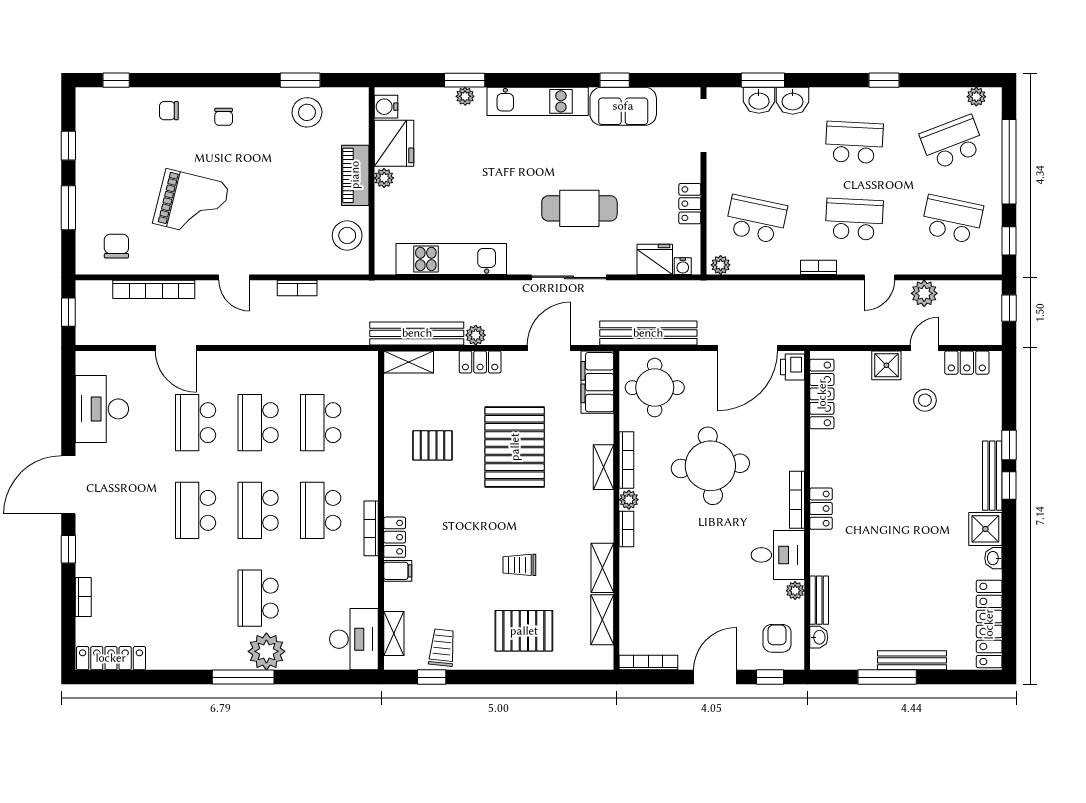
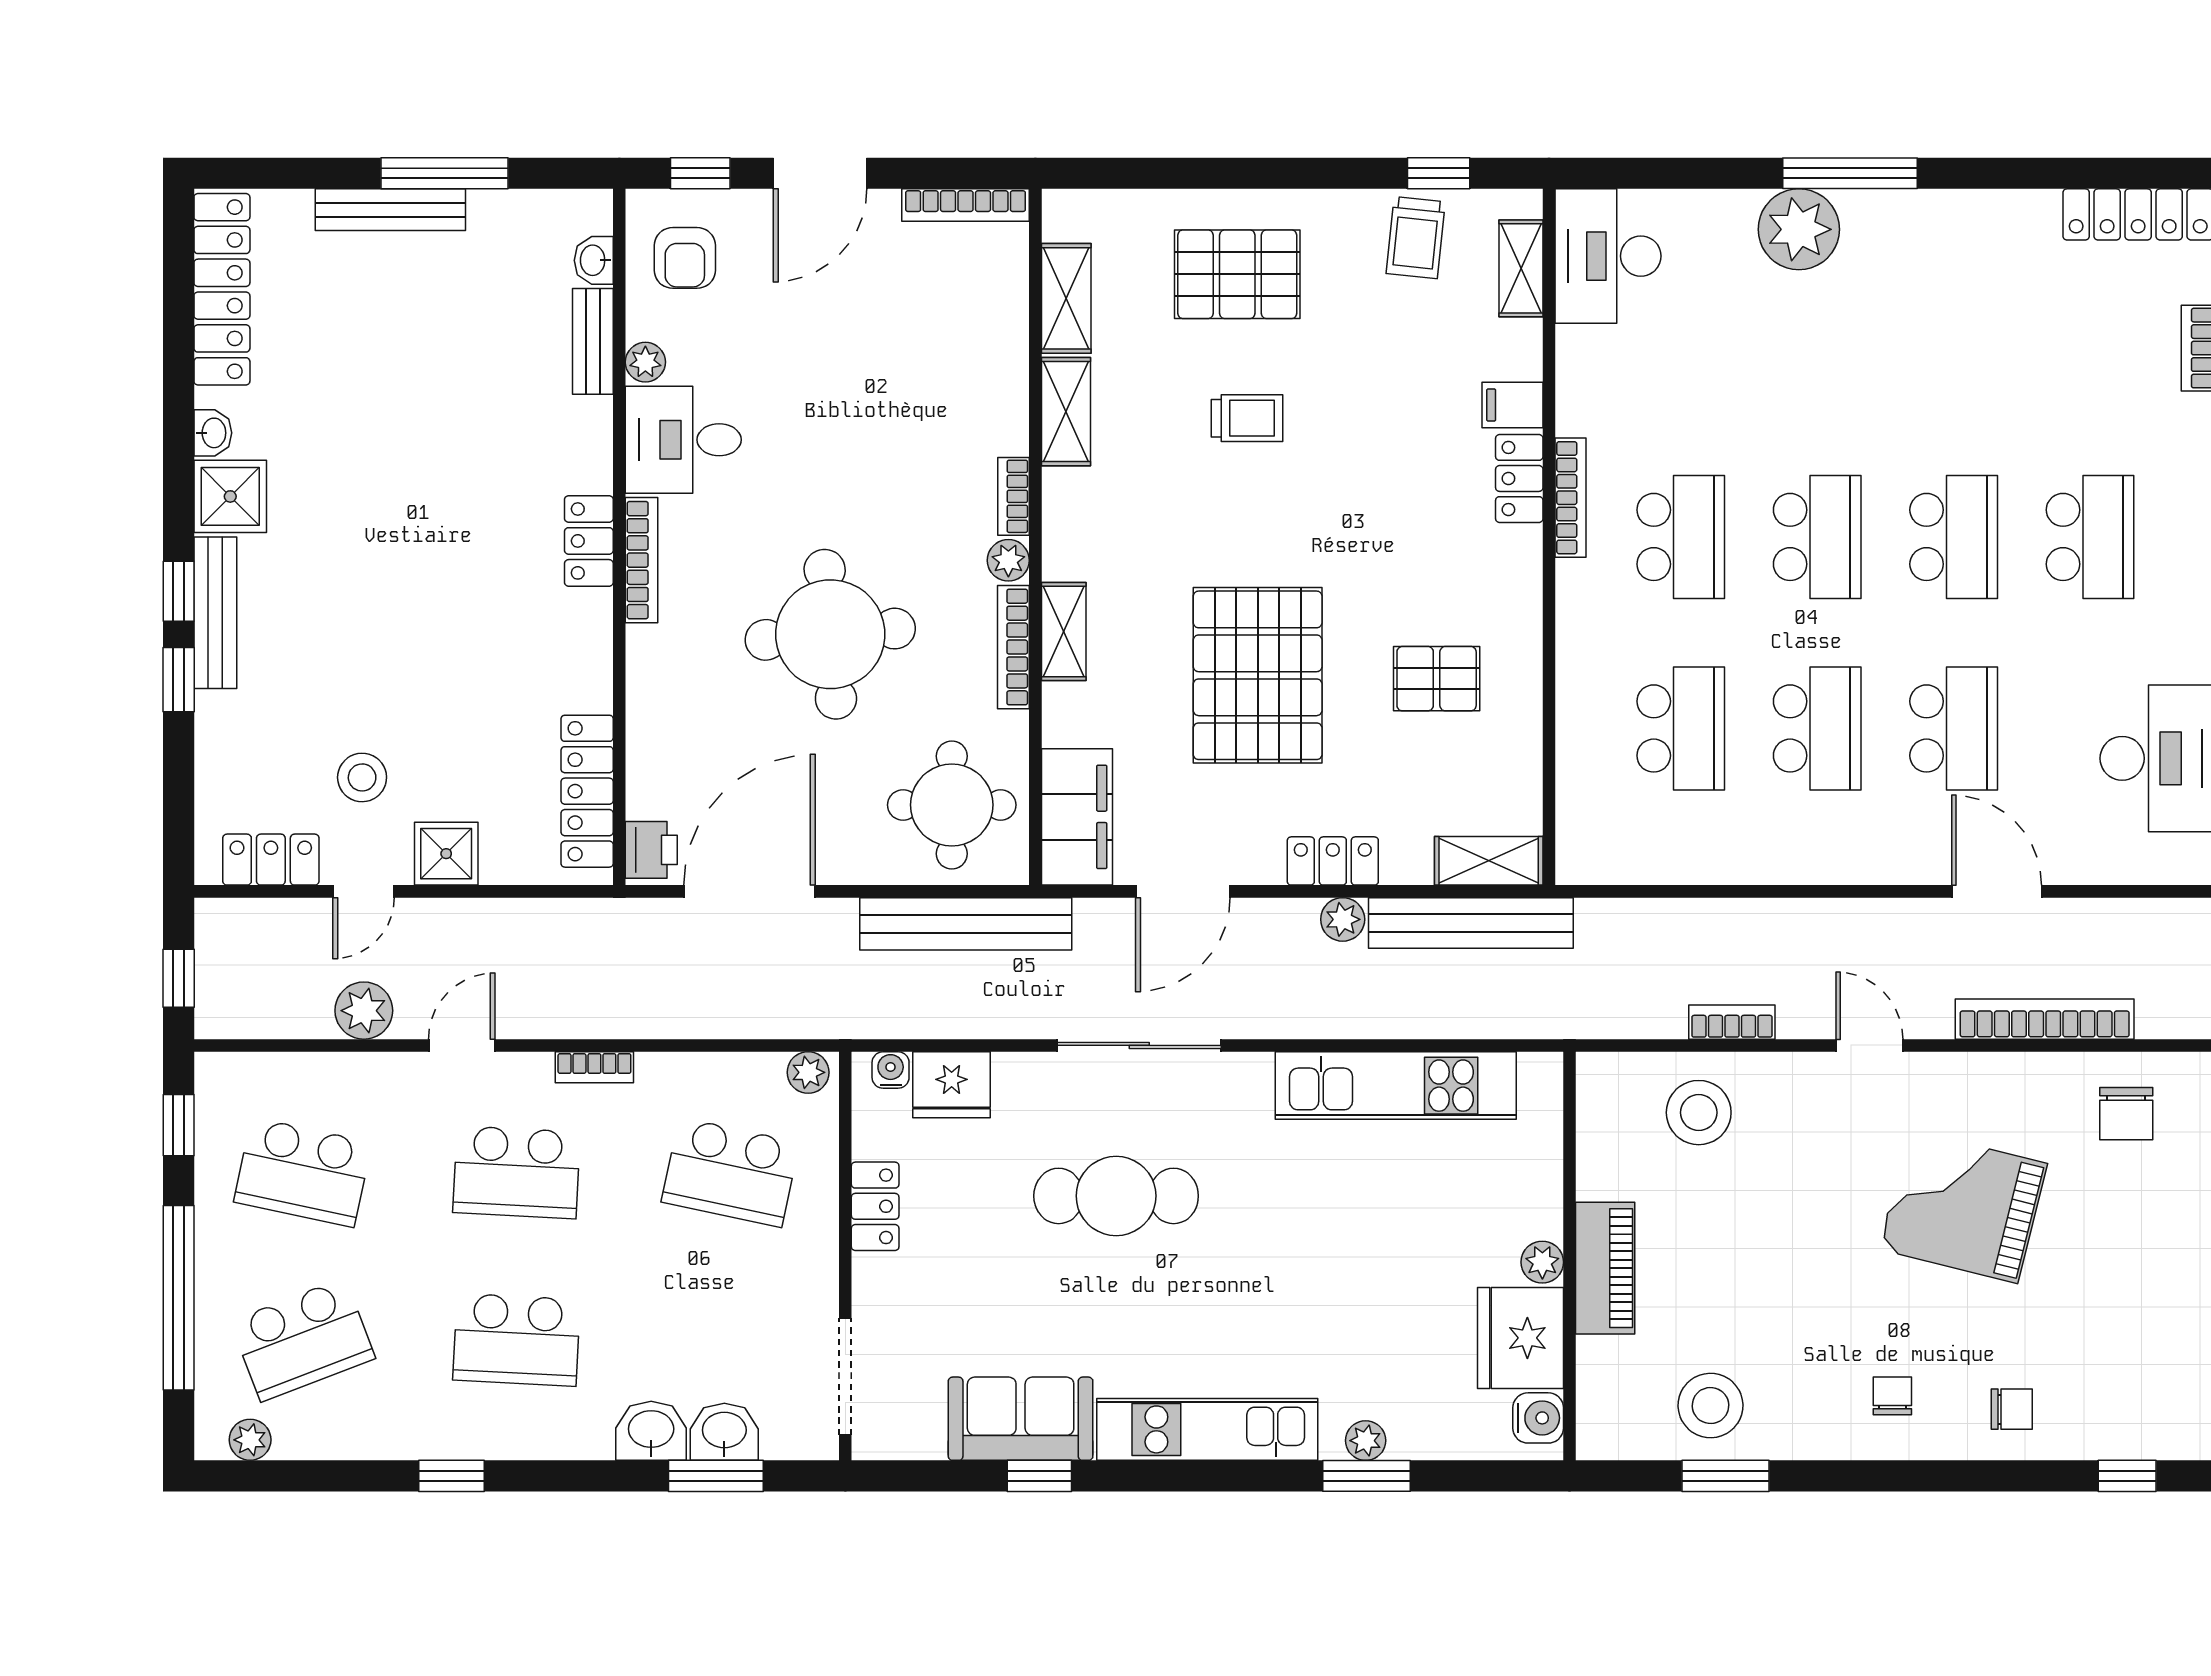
stool: (347, 235) -> (1699, 1113), moved
school desk: (258, 598) -> (2090, 537), moved

